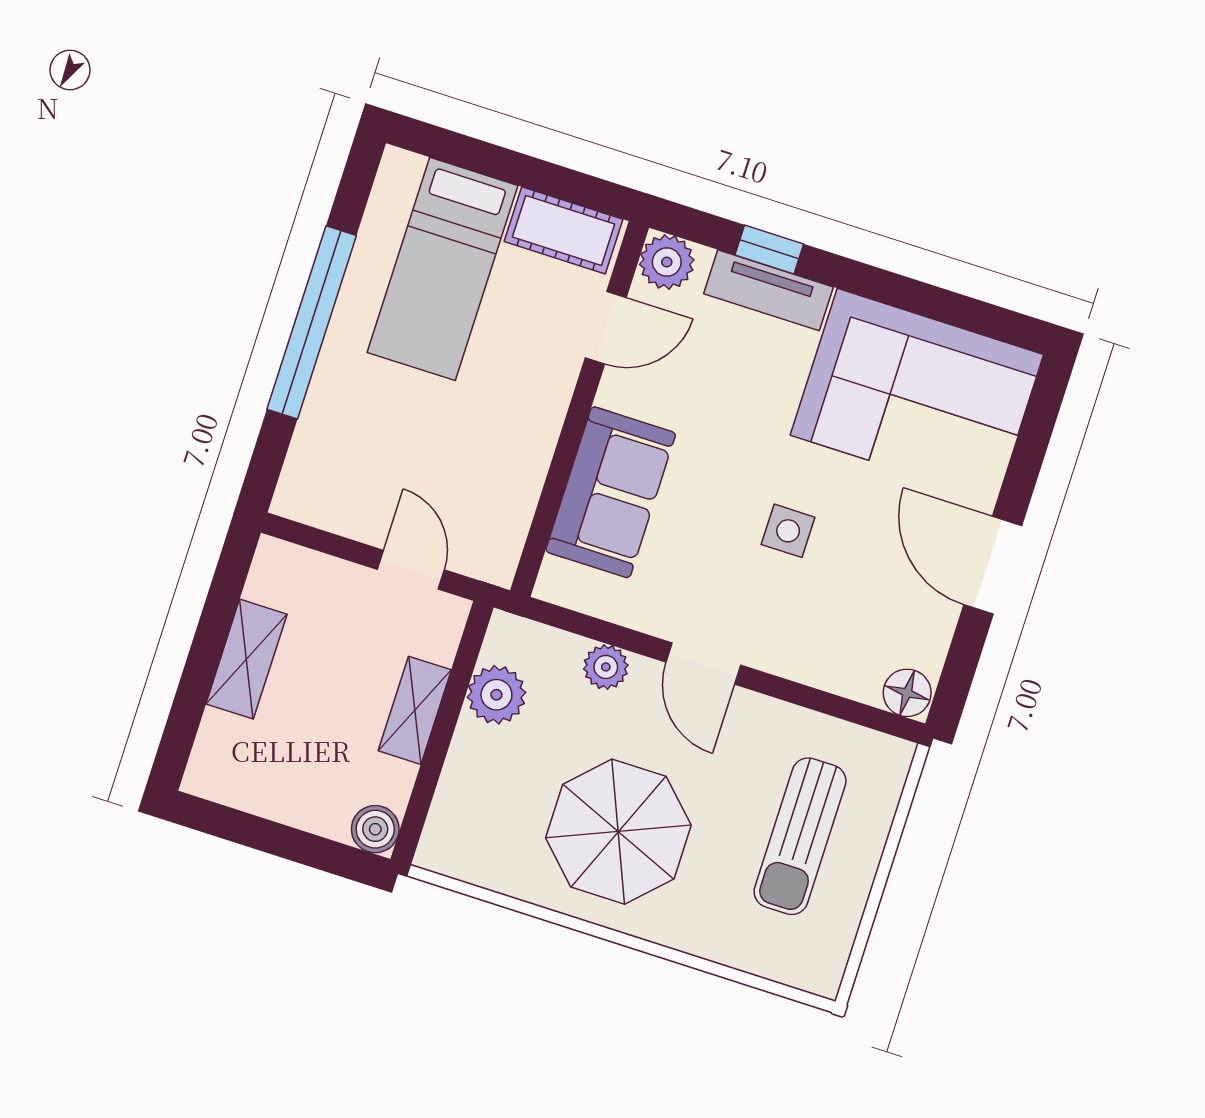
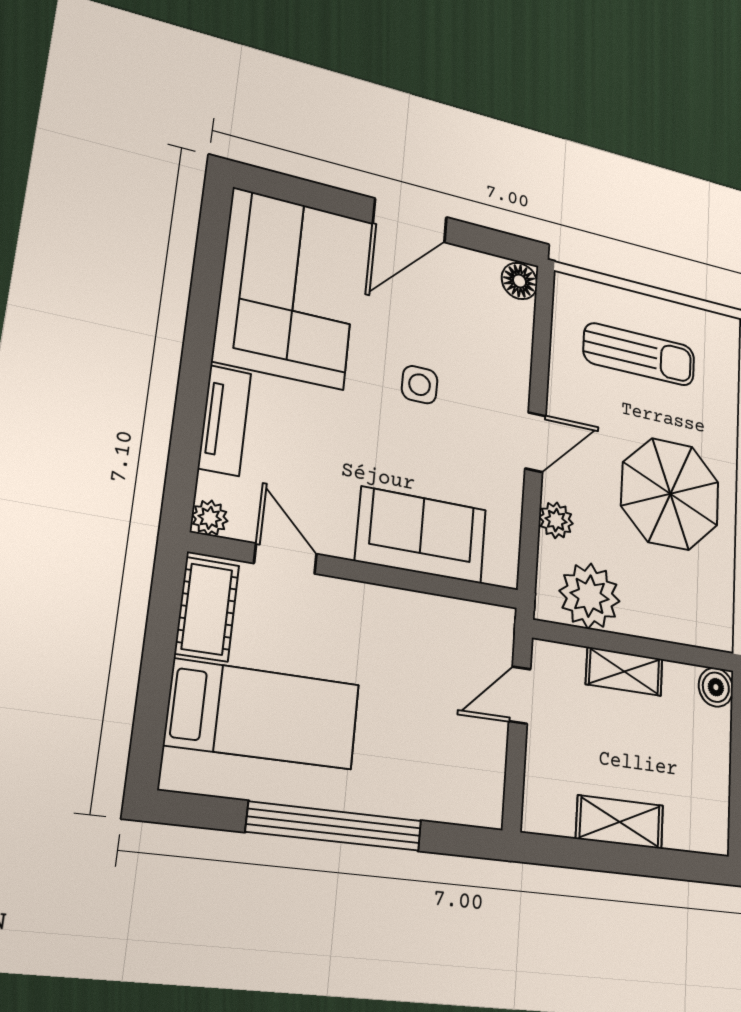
window: (769, 249) -> (188, 423), removed
plant: (667, 262) -> (210, 518), width x0.73, depth x0.73
plant: (496, 695) -> (590, 596), width x1.36, depth x1.36

